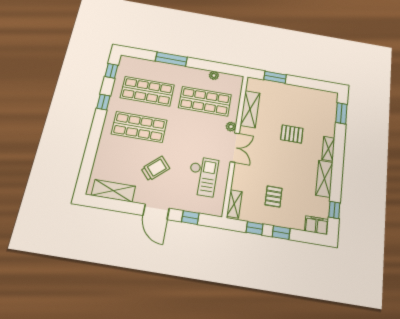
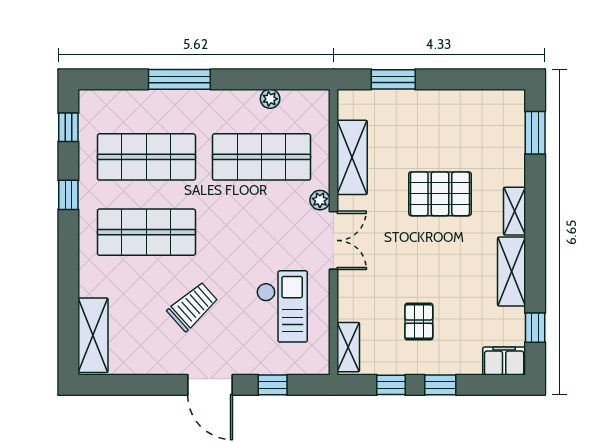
pallet: (292, 134) -> (440, 194), width x1.50, depth x1.42
shelving: (113, 191) -> (93, 335), moved, turned 90

